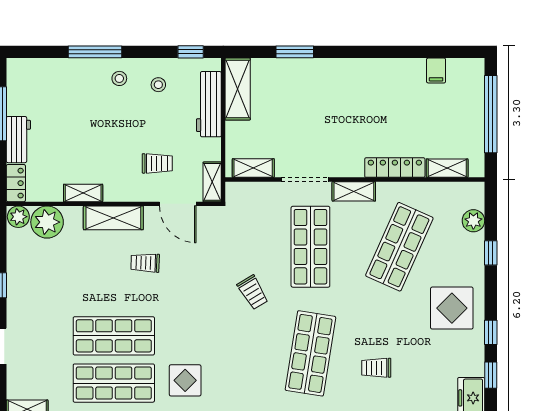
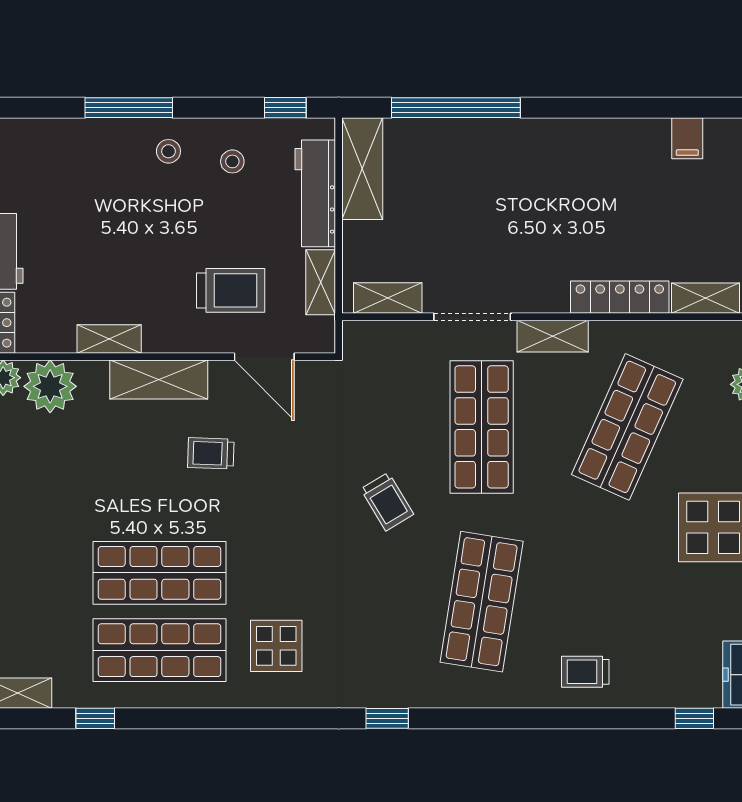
window: (295, 52) -> (456, 108), width x2.11
trolley: (157, 163) -> (231, 290), width x1.36, depth x1.39
shelving: (212, 182) -> (321, 282), moved
trolley: (376, 368) -> (585, 672), moved

